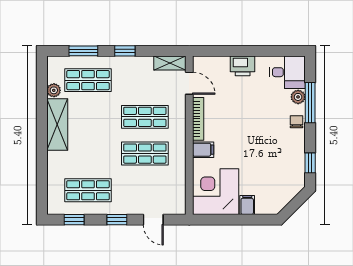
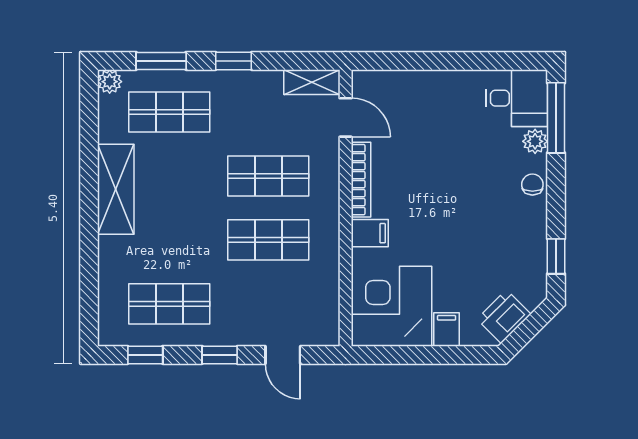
printer: (243, 66) -> (504, 317), moved, turned 135
plant: (54, 90) -> (110, 82), moved
window: (310, 103) -> (556, 118), moved

